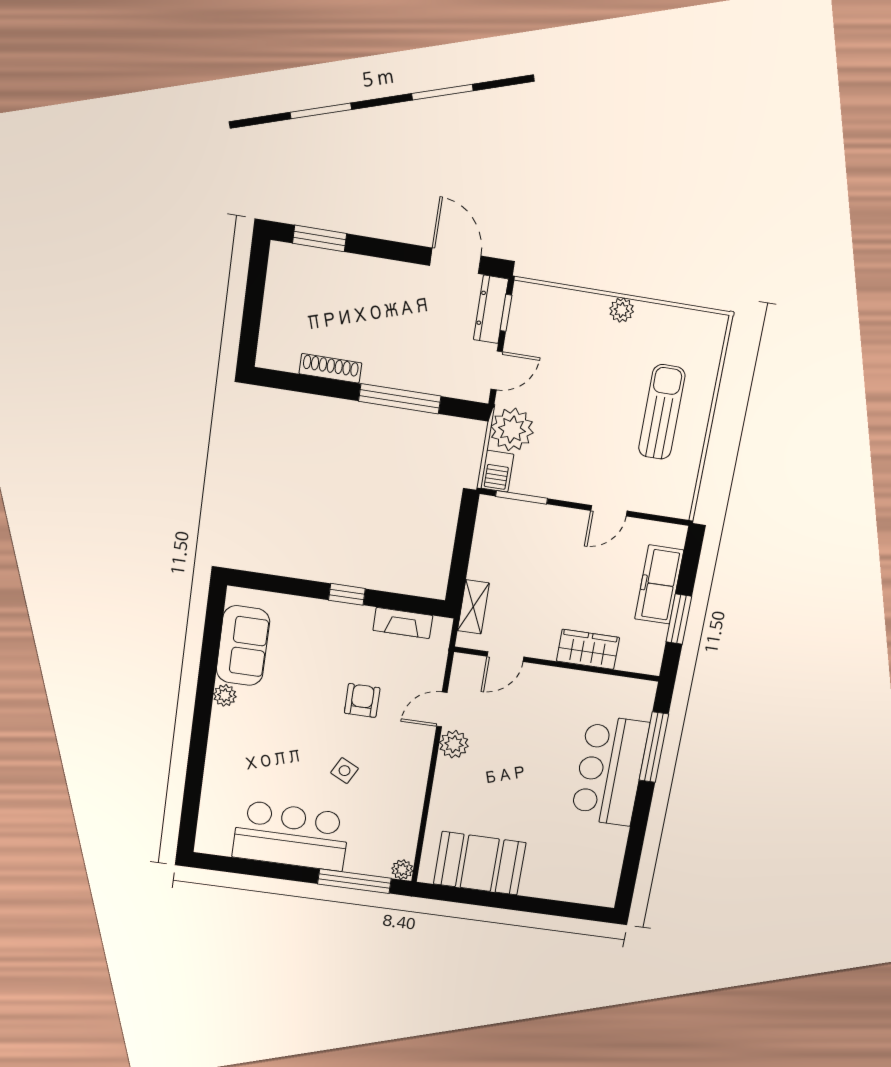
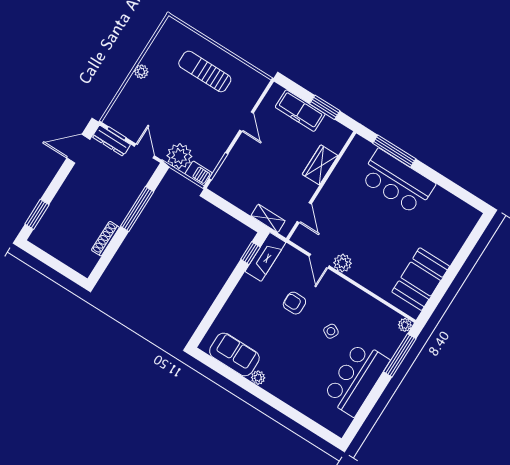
window: (347, 594) -> (250, 253), moved
fireplace: (403, 623) -> (265, 257), width x1.37, depth x1.32

